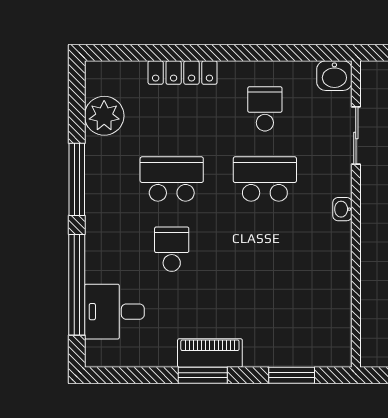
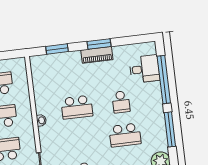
school desk: (265, 179) -> (77, 107), moved
washbasin: (342, 209) -> (41, 120), moved

